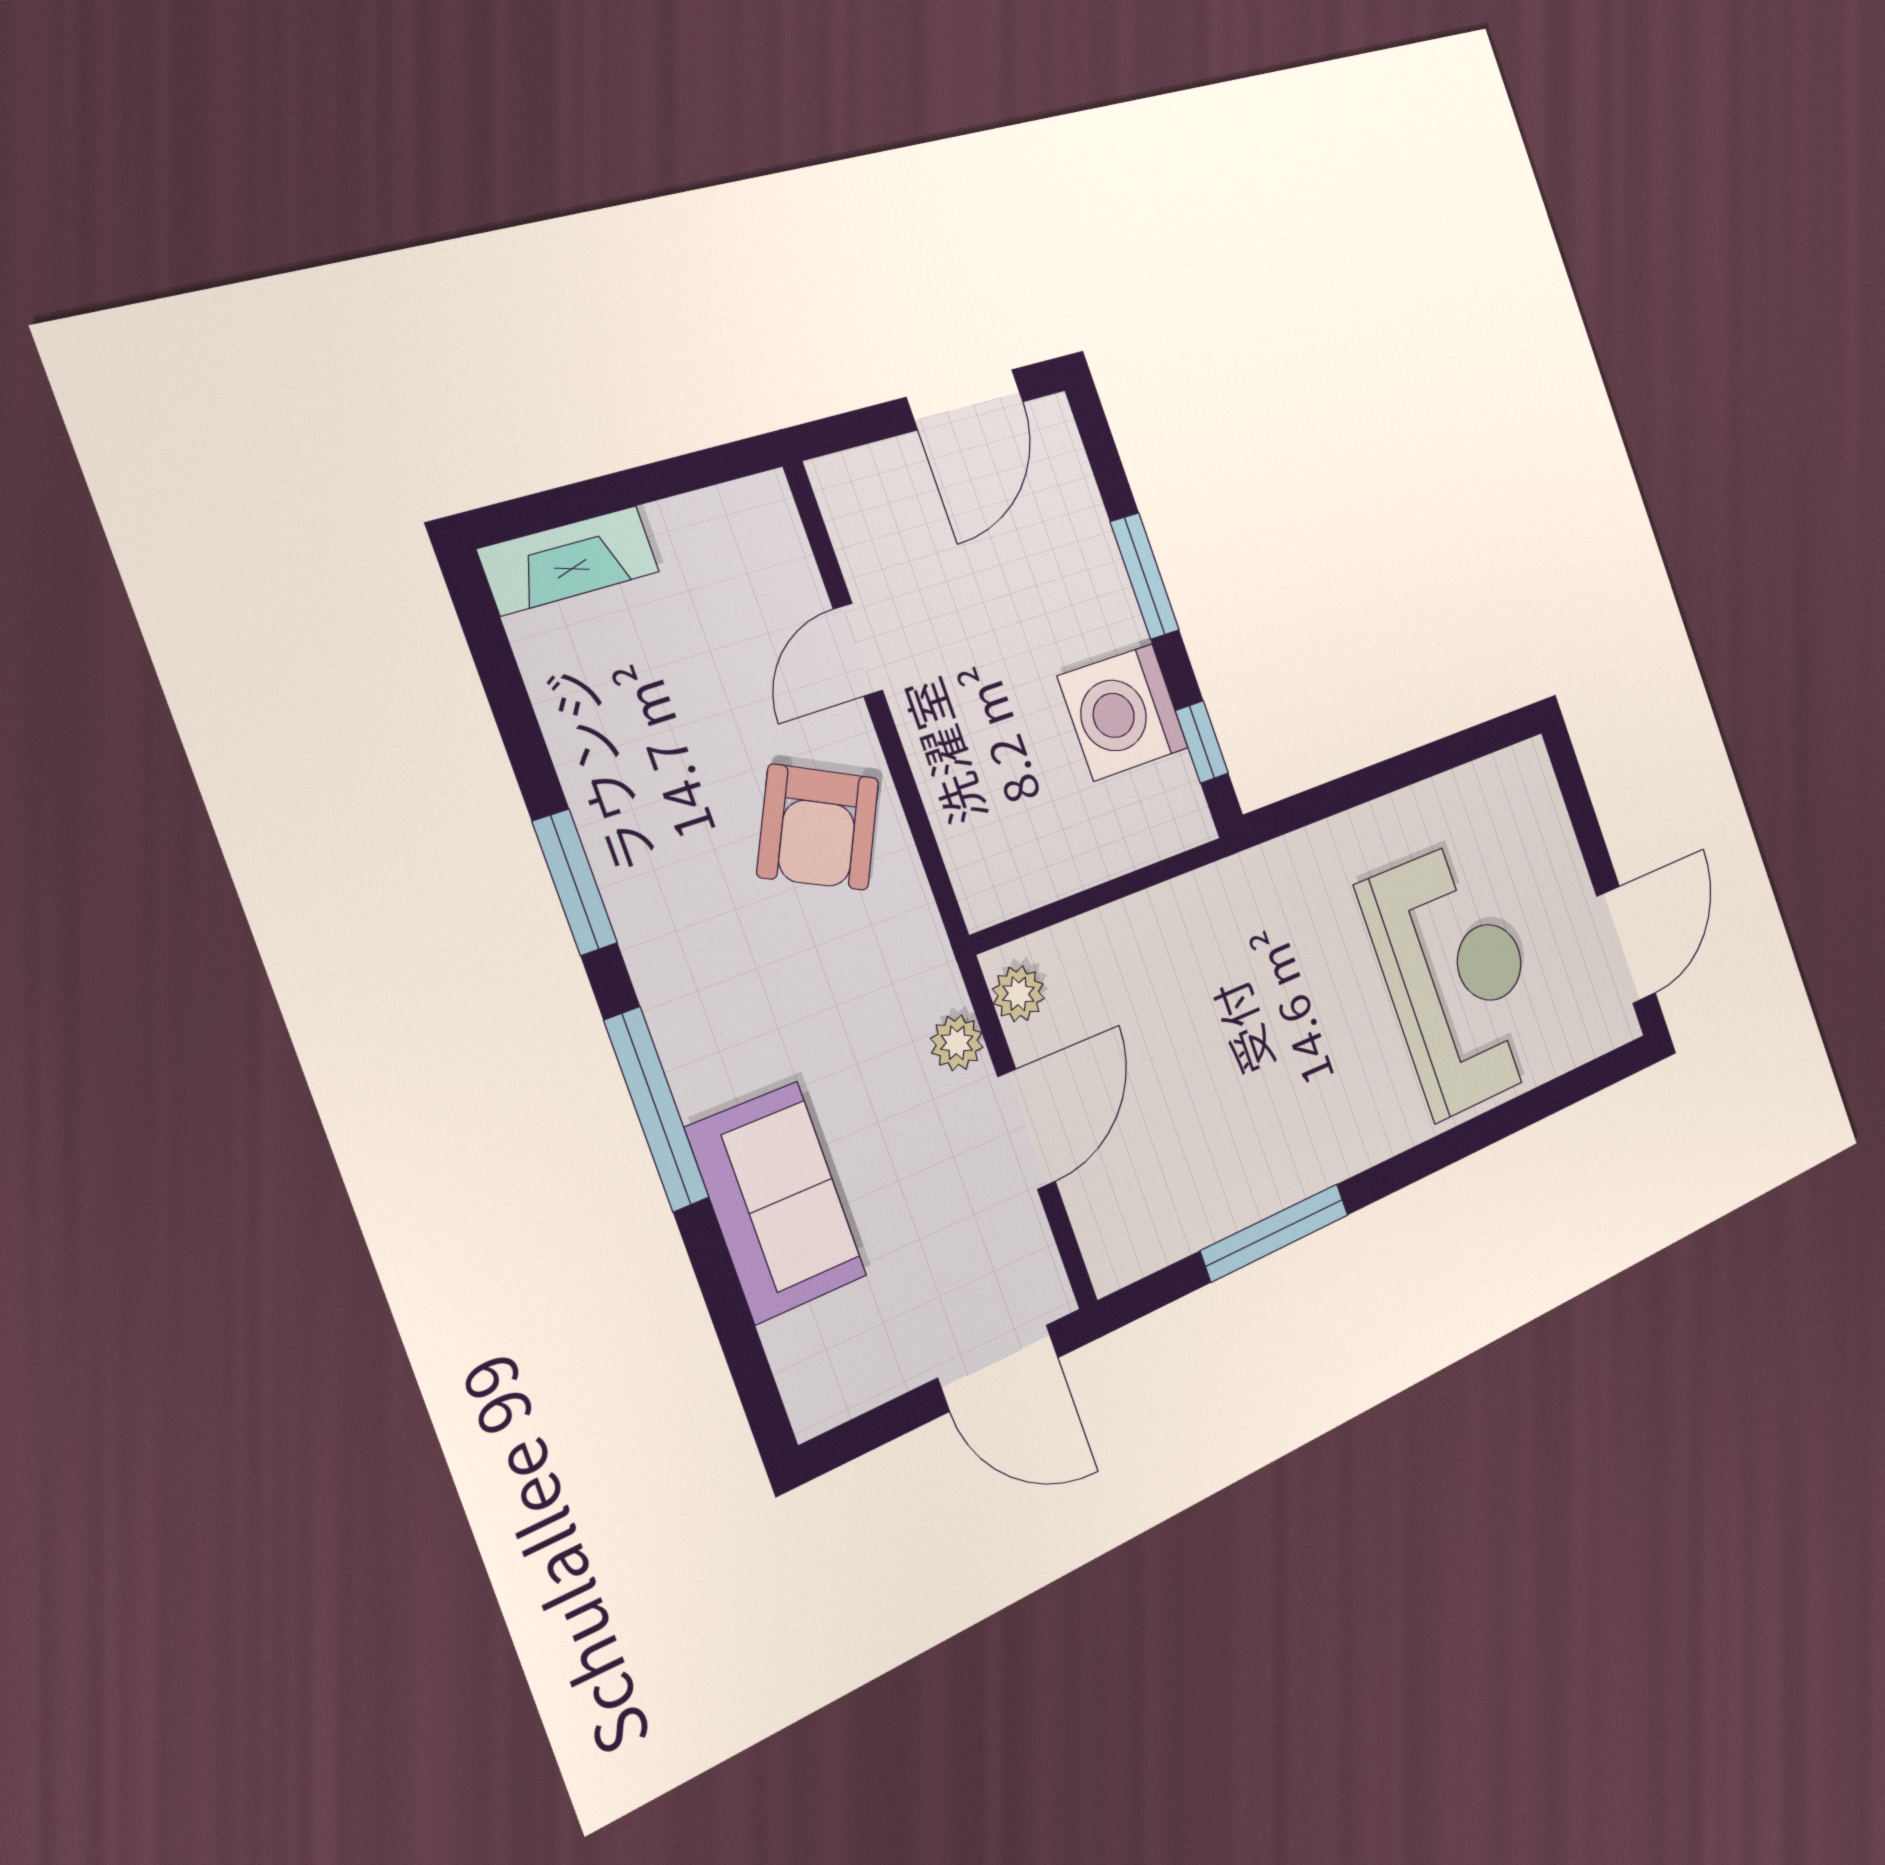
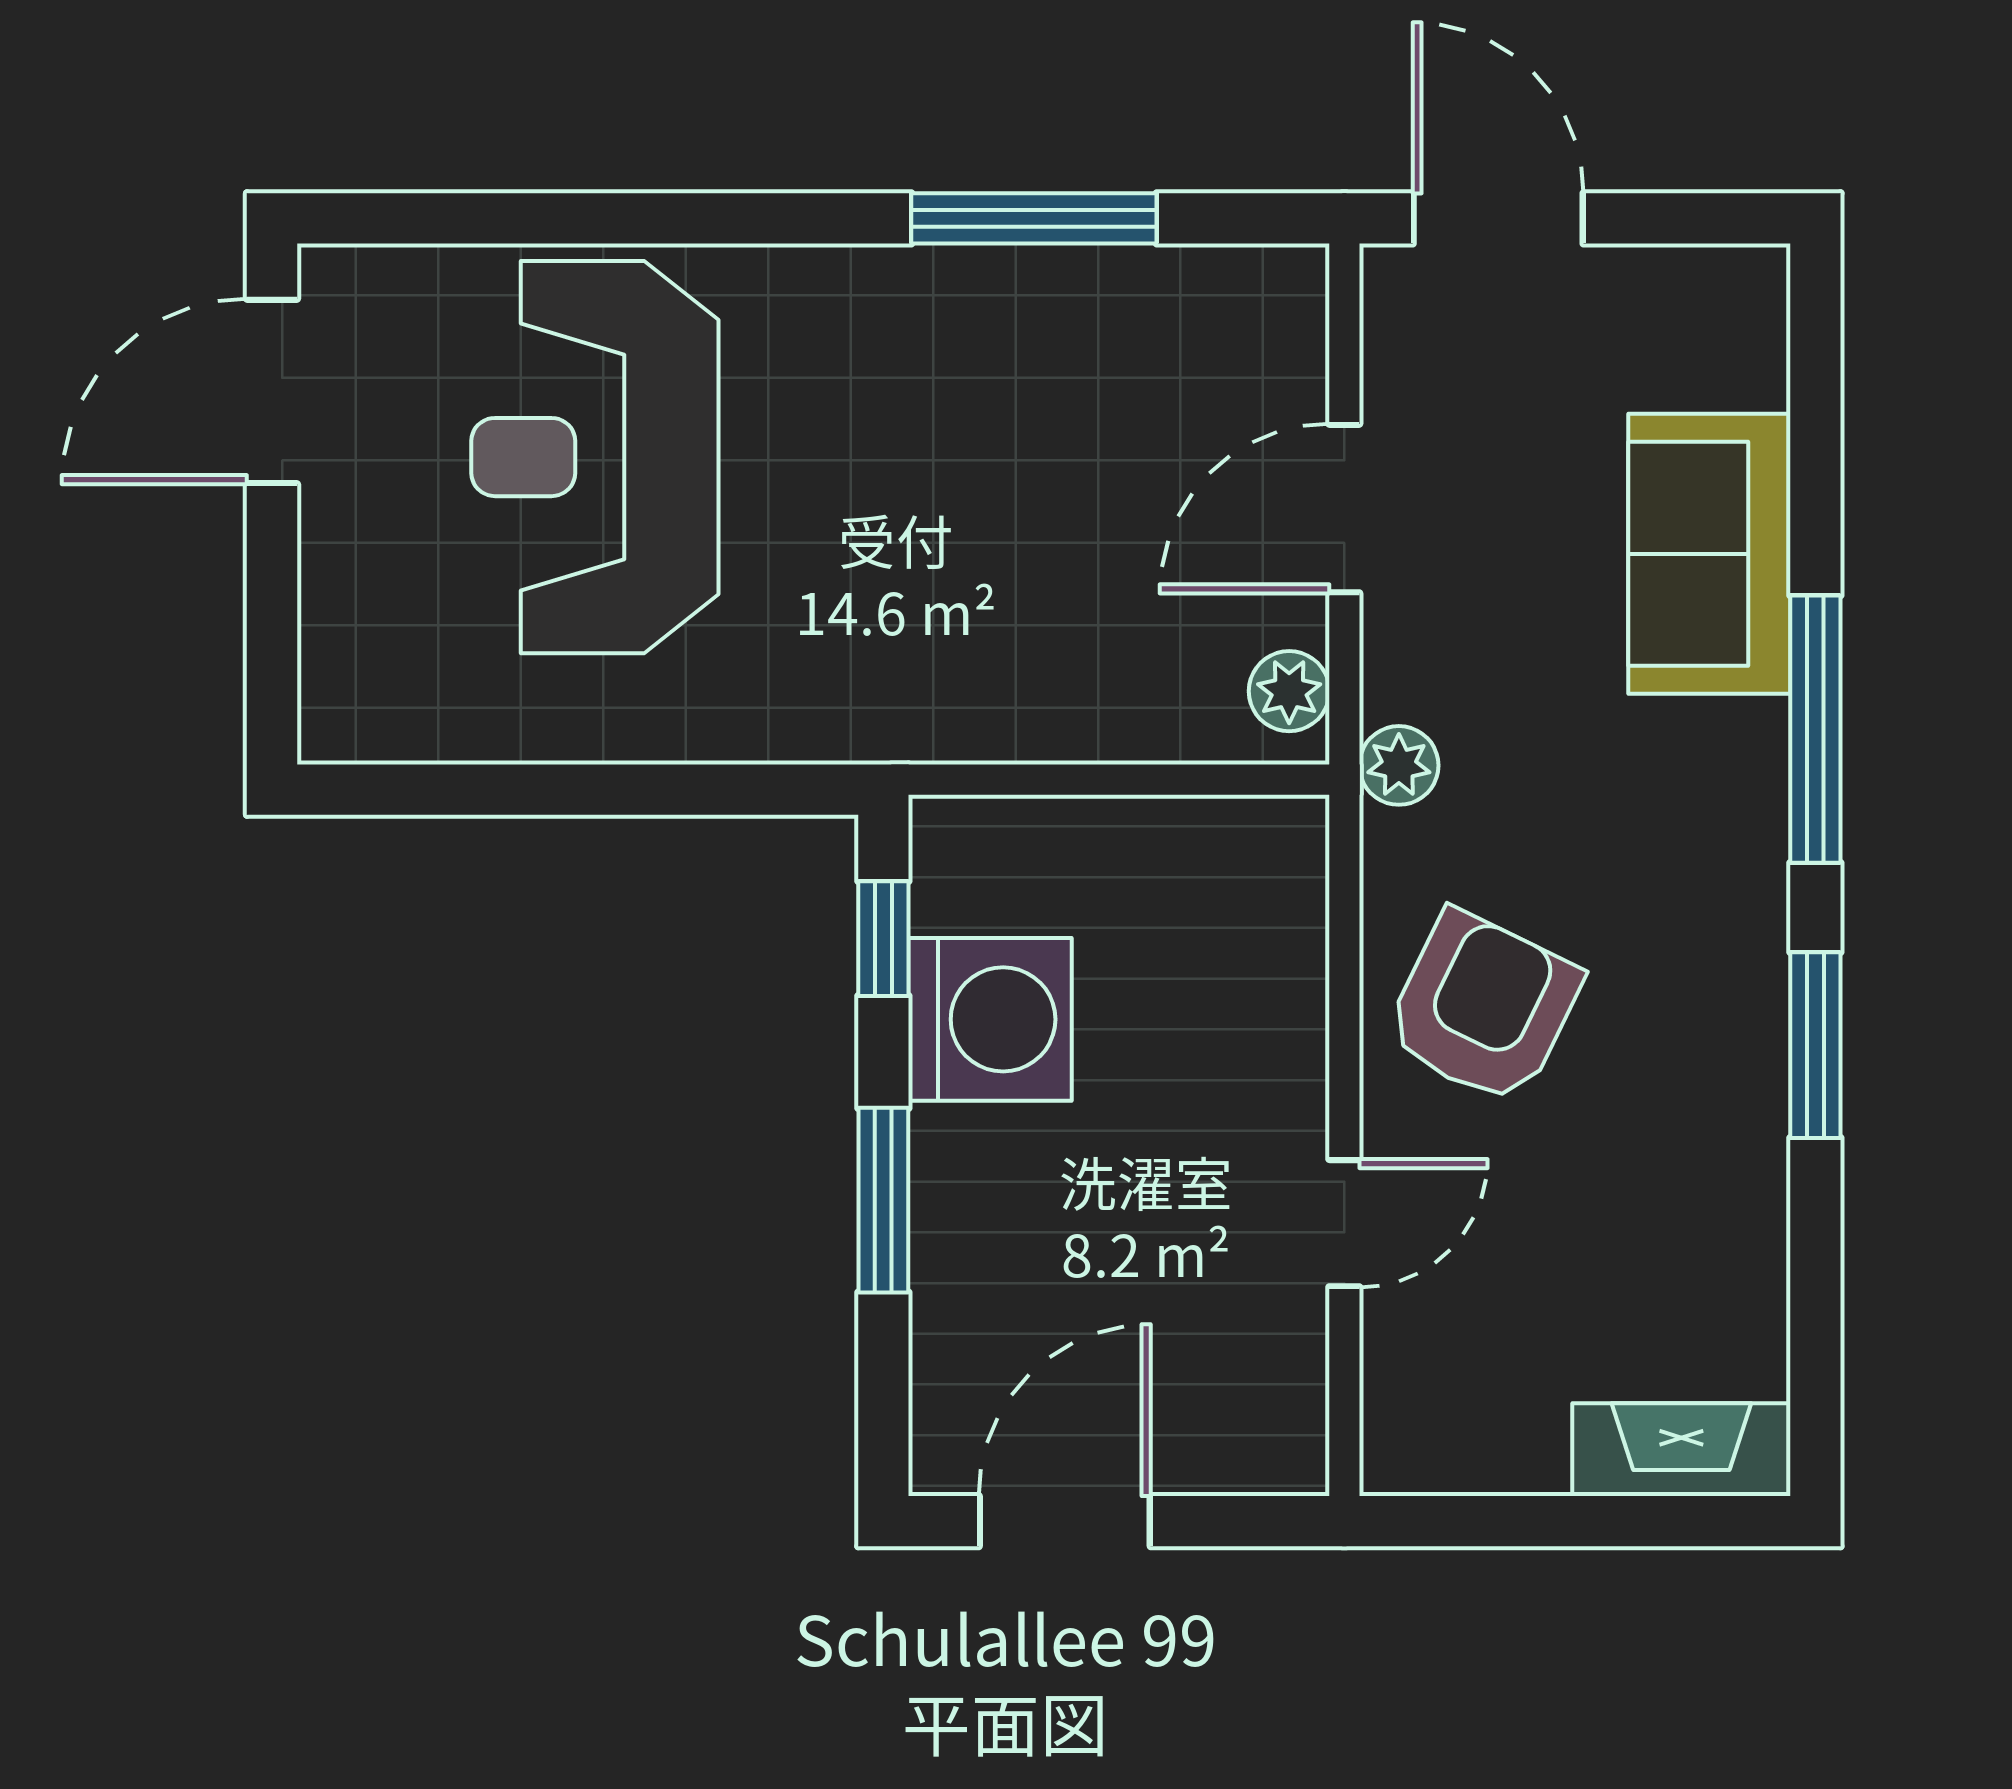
plant: (957, 1043) -> (1399, 765), moved

